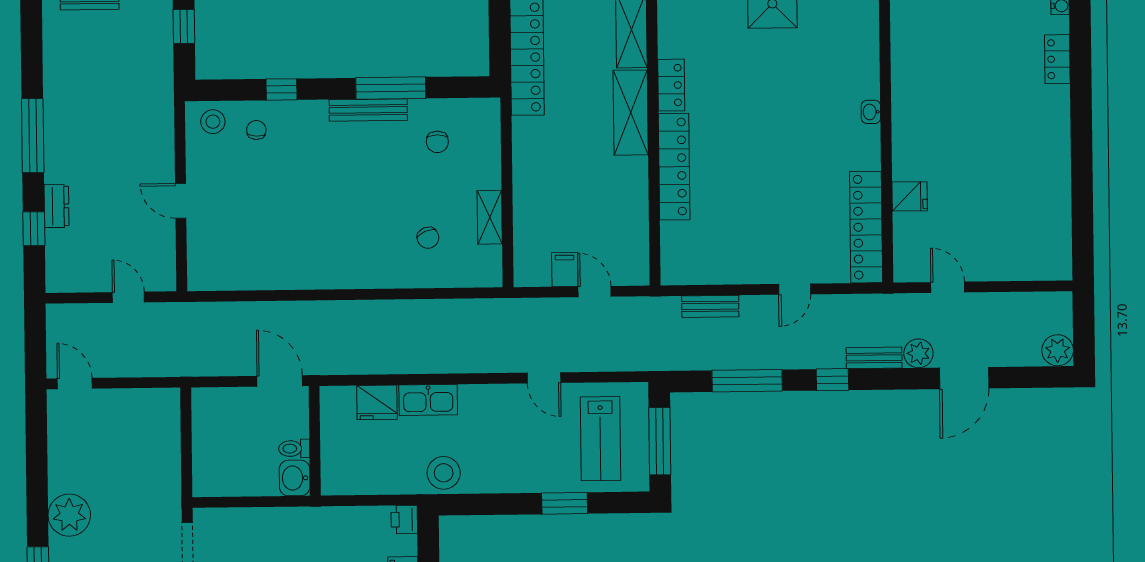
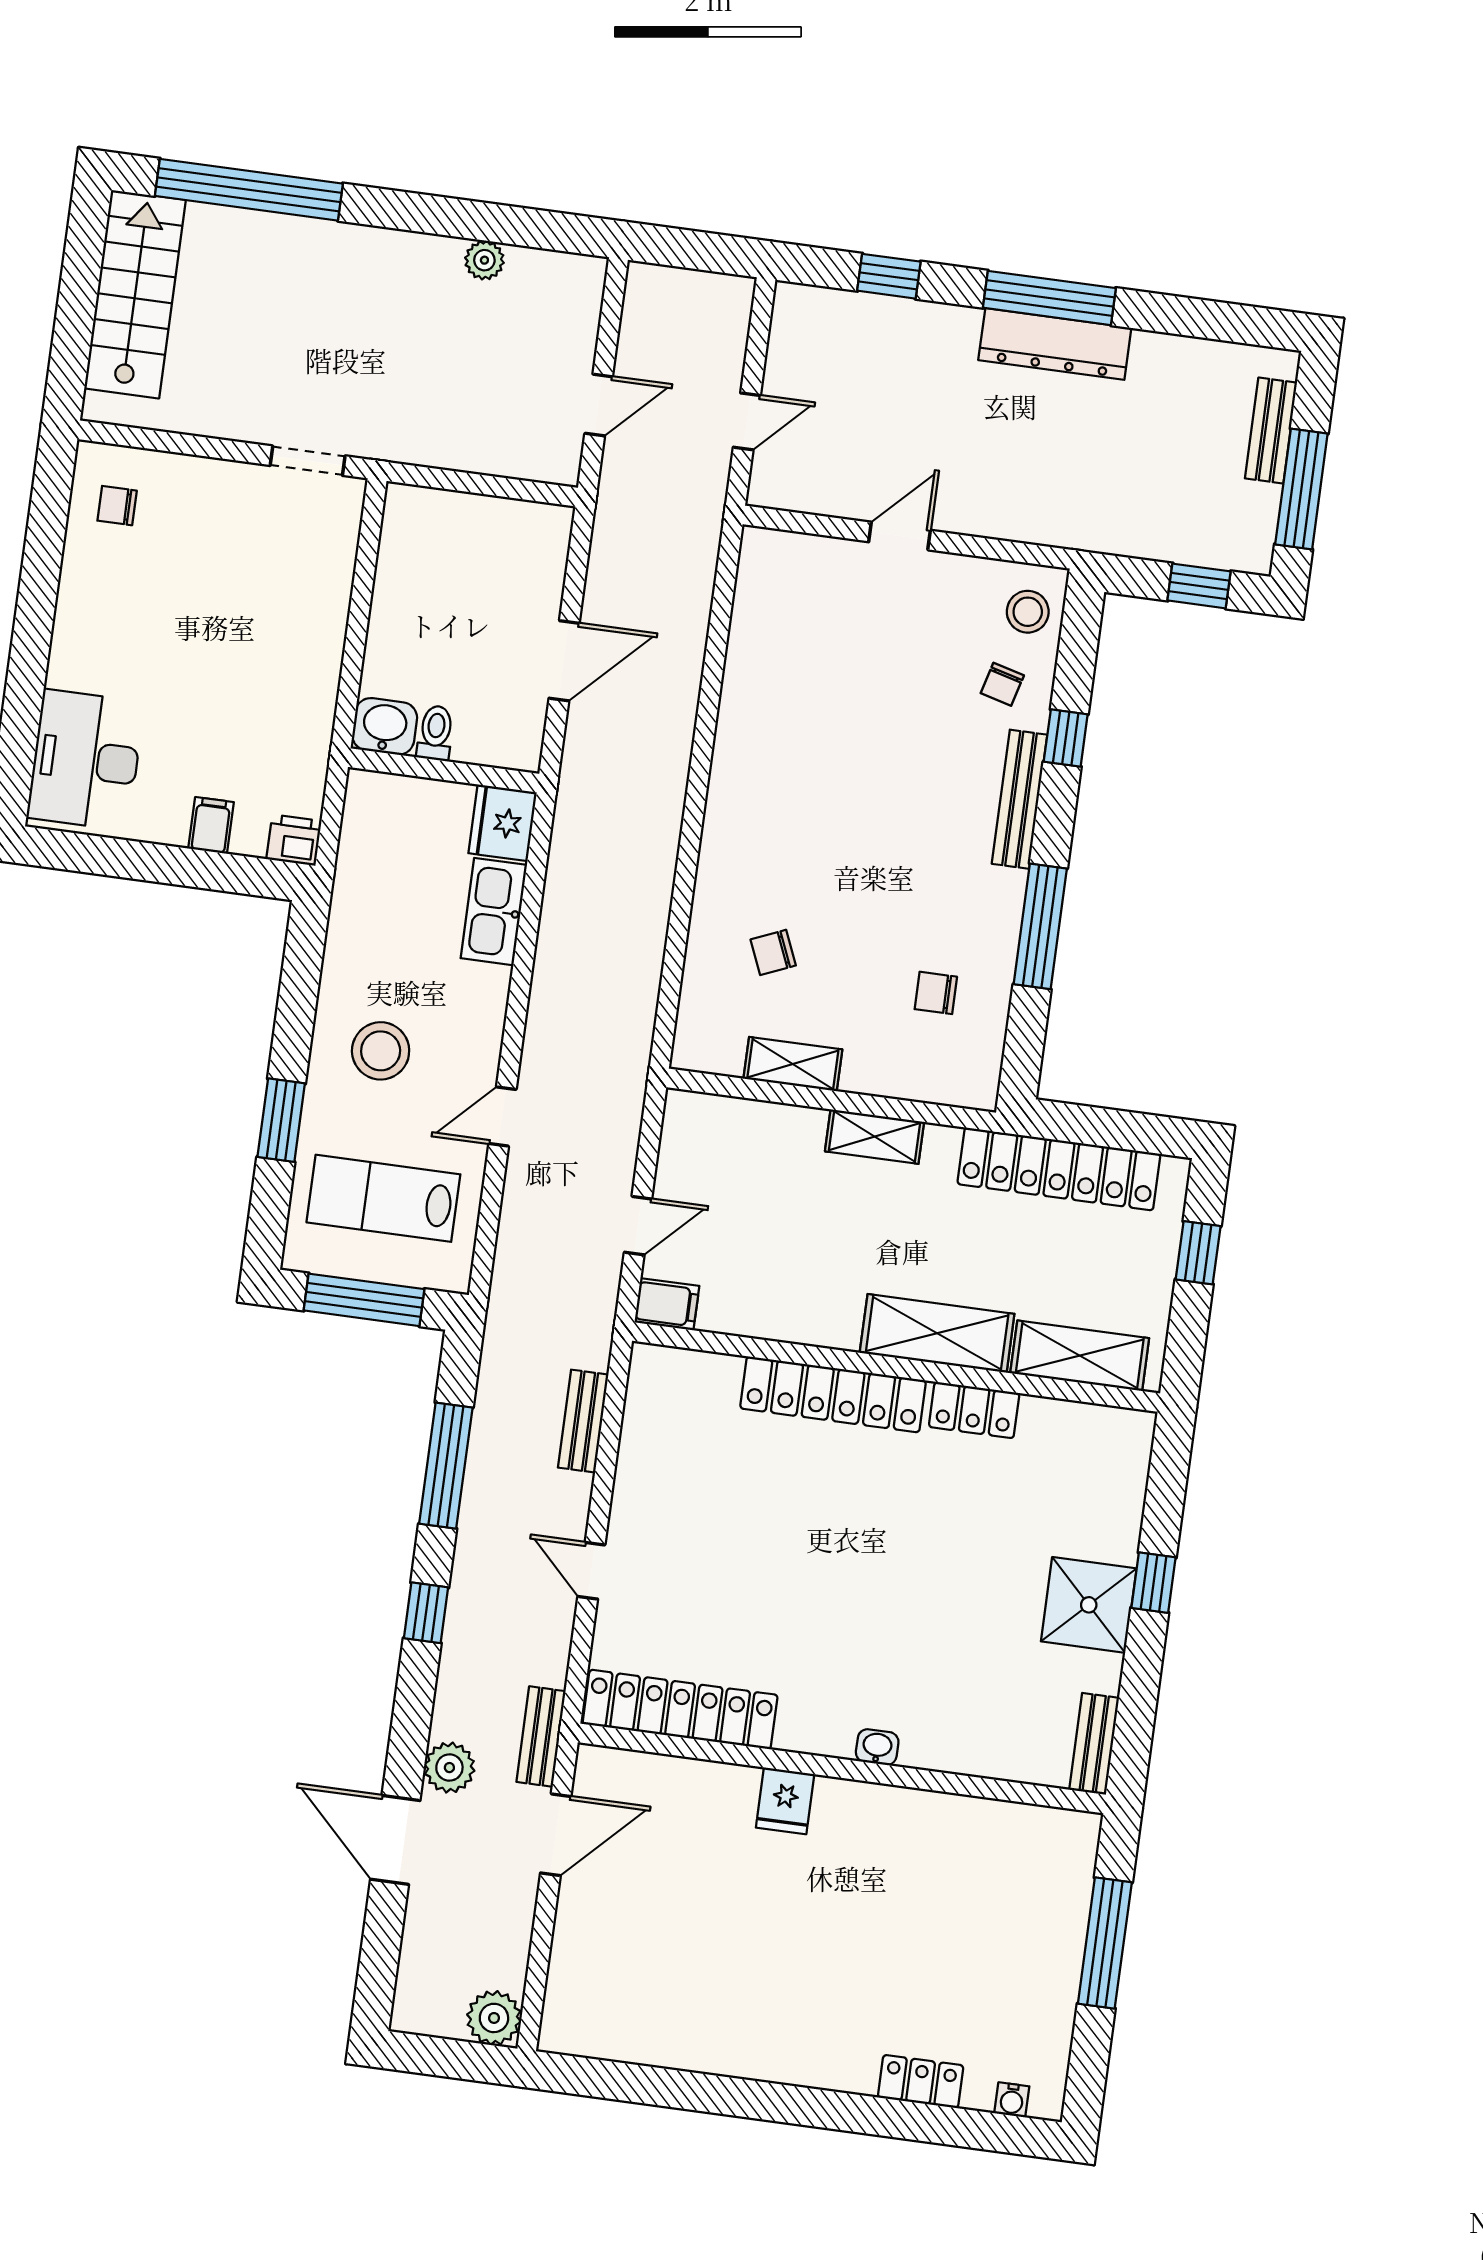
bench: (368, 110) -> (1020, 799), moved
chair: (256, 130) -> (1002, 684), turned 101
shelving: (524, 165) -> (875, 1137), added
fridge: (910, 196) -> (785, 1801), moved
dresser: (56, 206) -> (1055, 344), moved, width x1.96, depth x1.24
filing cabinet: (565, 269) -> (667, 1304), moved
door: (948, 287) -> (556, 1835), width x1.38
plant: (1058, 350) -> (494, 2018), moved
bench: (874, 358) -> (541, 1737), moved
door: (75, 384) -> (599, 405), moved
wall: (315, 441) -> (444, 770), moved
toilet: (294, 449) -> (436, 733), moved
stool: (444, 473) -> (381, 1051), moved
washbasin: (295, 478) -> (385, 726), moved
plant: (69, 515) -> (484, 260), moved, width x0.53, depth x0.53

